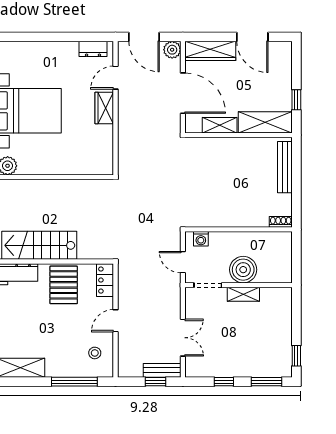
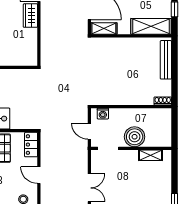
shelving: (220, 125) -> (104, 28), moved
shelving: (243, 294) -> (150, 155), moved
door: (115, 321) -> (39, 175), hinge flipped

